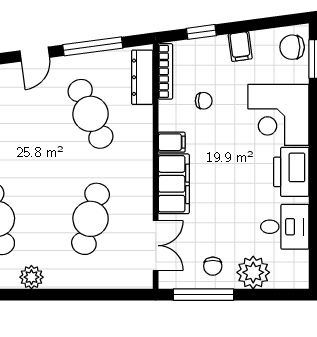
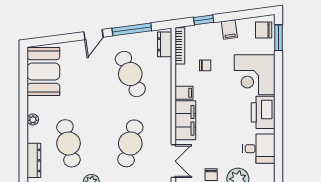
dresser: (142, 77) -> (165, 44), width x0.70

